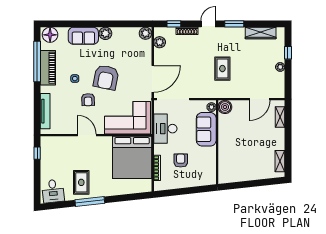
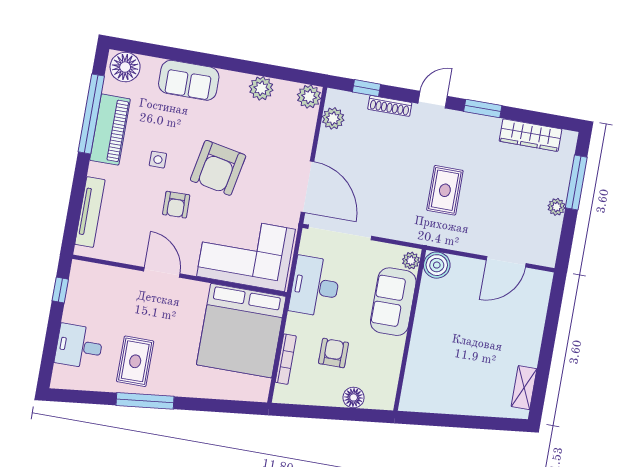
plant: (105, 33) -> (261, 88), moved
window: (288, 53) -> (576, 182), width x2.17
door: (153, 79) -> (308, 187), hinge flipped
shelving: (280, 117) -> (539, 303), removed
floor lamp: (195, 181) -> (354, 397), added
desk: (53, 191) -> (79, 346), moved, turned 96

